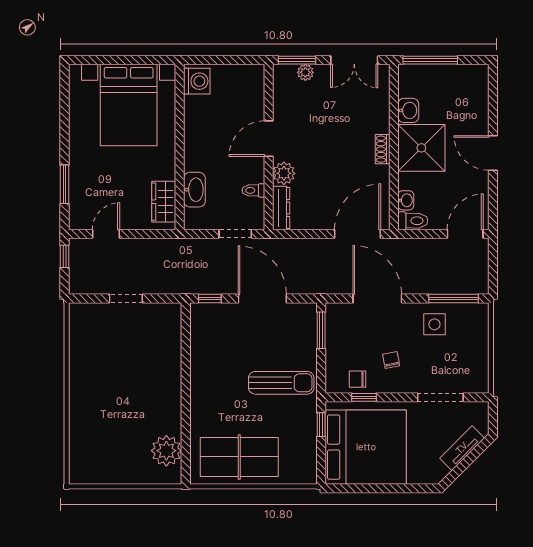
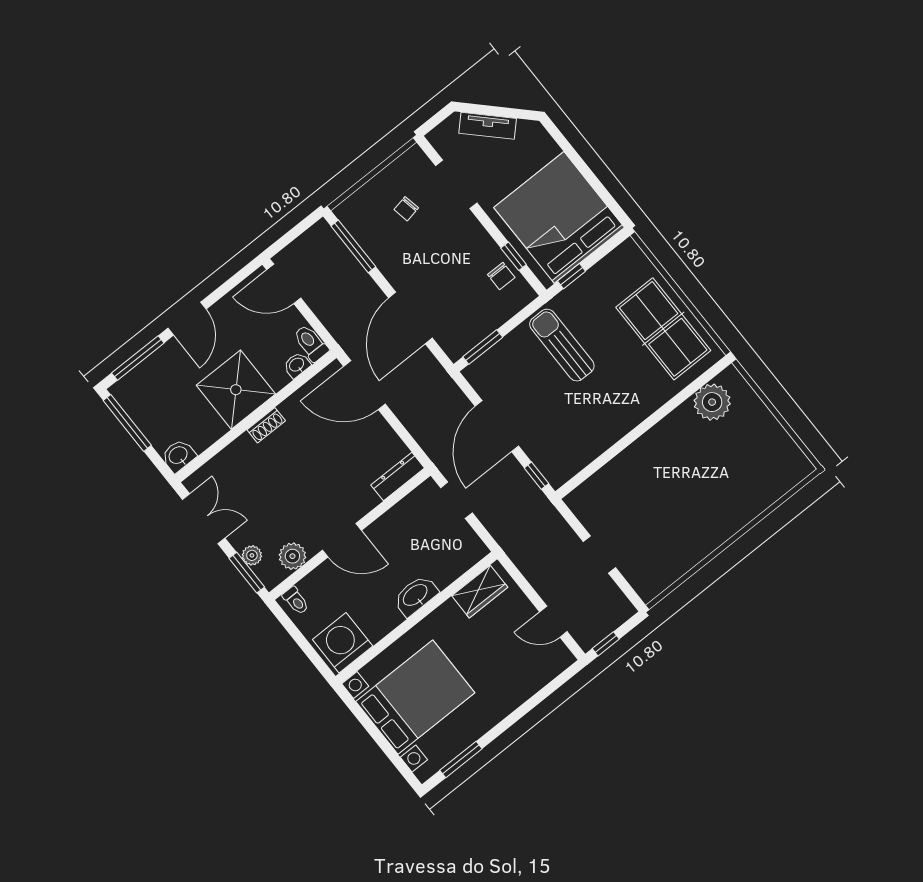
window: (430, 60) -> (127, 423), moved
washing machine: (197, 81) -> (343, 643), width x1.37, depth x1.37
window: (493, 101) -> (138, 358), added
washbasin: (408, 110) -> (178, 456), moved
plant: (284, 173) -> (292, 556), moved
window: (65, 184) -> (461, 759), moved
washbasin: (194, 190) -> (416, 596), moved
toilet: (253, 190) -> (296, 601), moved
side table: (434, 324) -> (392, 245), removed
chair: (391, 360) -> (406, 209), moved

